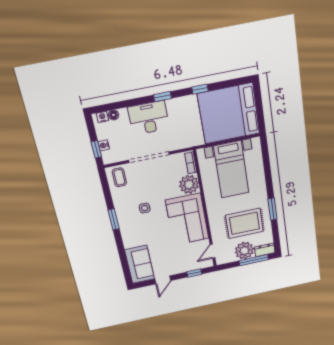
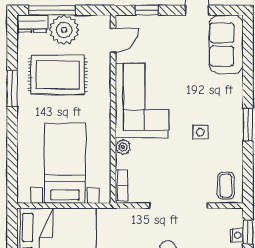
plant: (189, 184) -> (123, 147), width x0.53, depth x0.53

